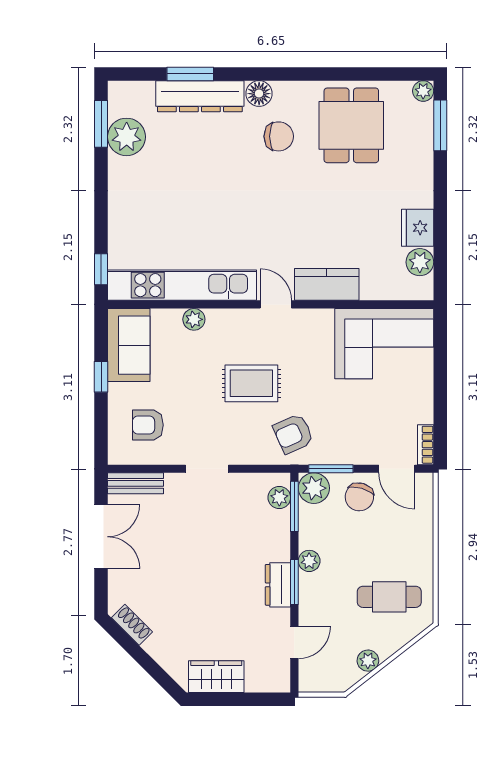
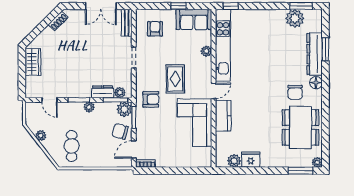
dining table: (351, 125) -> (300, 127), width x1.38
corner sofa: (384, 344) -> (195, 123), moved
armchair: (293, 434) -> (151, 99), turned 114
dresser: (278, 585) -> (103, 92), moved

